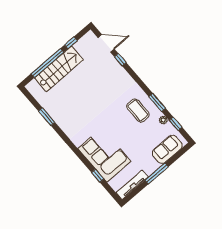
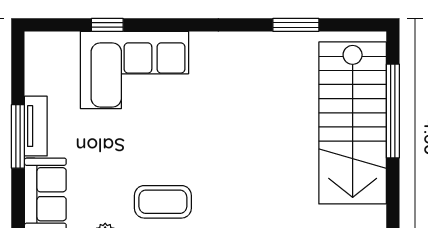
window: (71, 43) -> (393, 186), removed
stairs: (59, 69) -> (353, 123), width x1.36, depth x1.51
tv unit: (132, 185) -> (36, 126), moved, width x0.71

